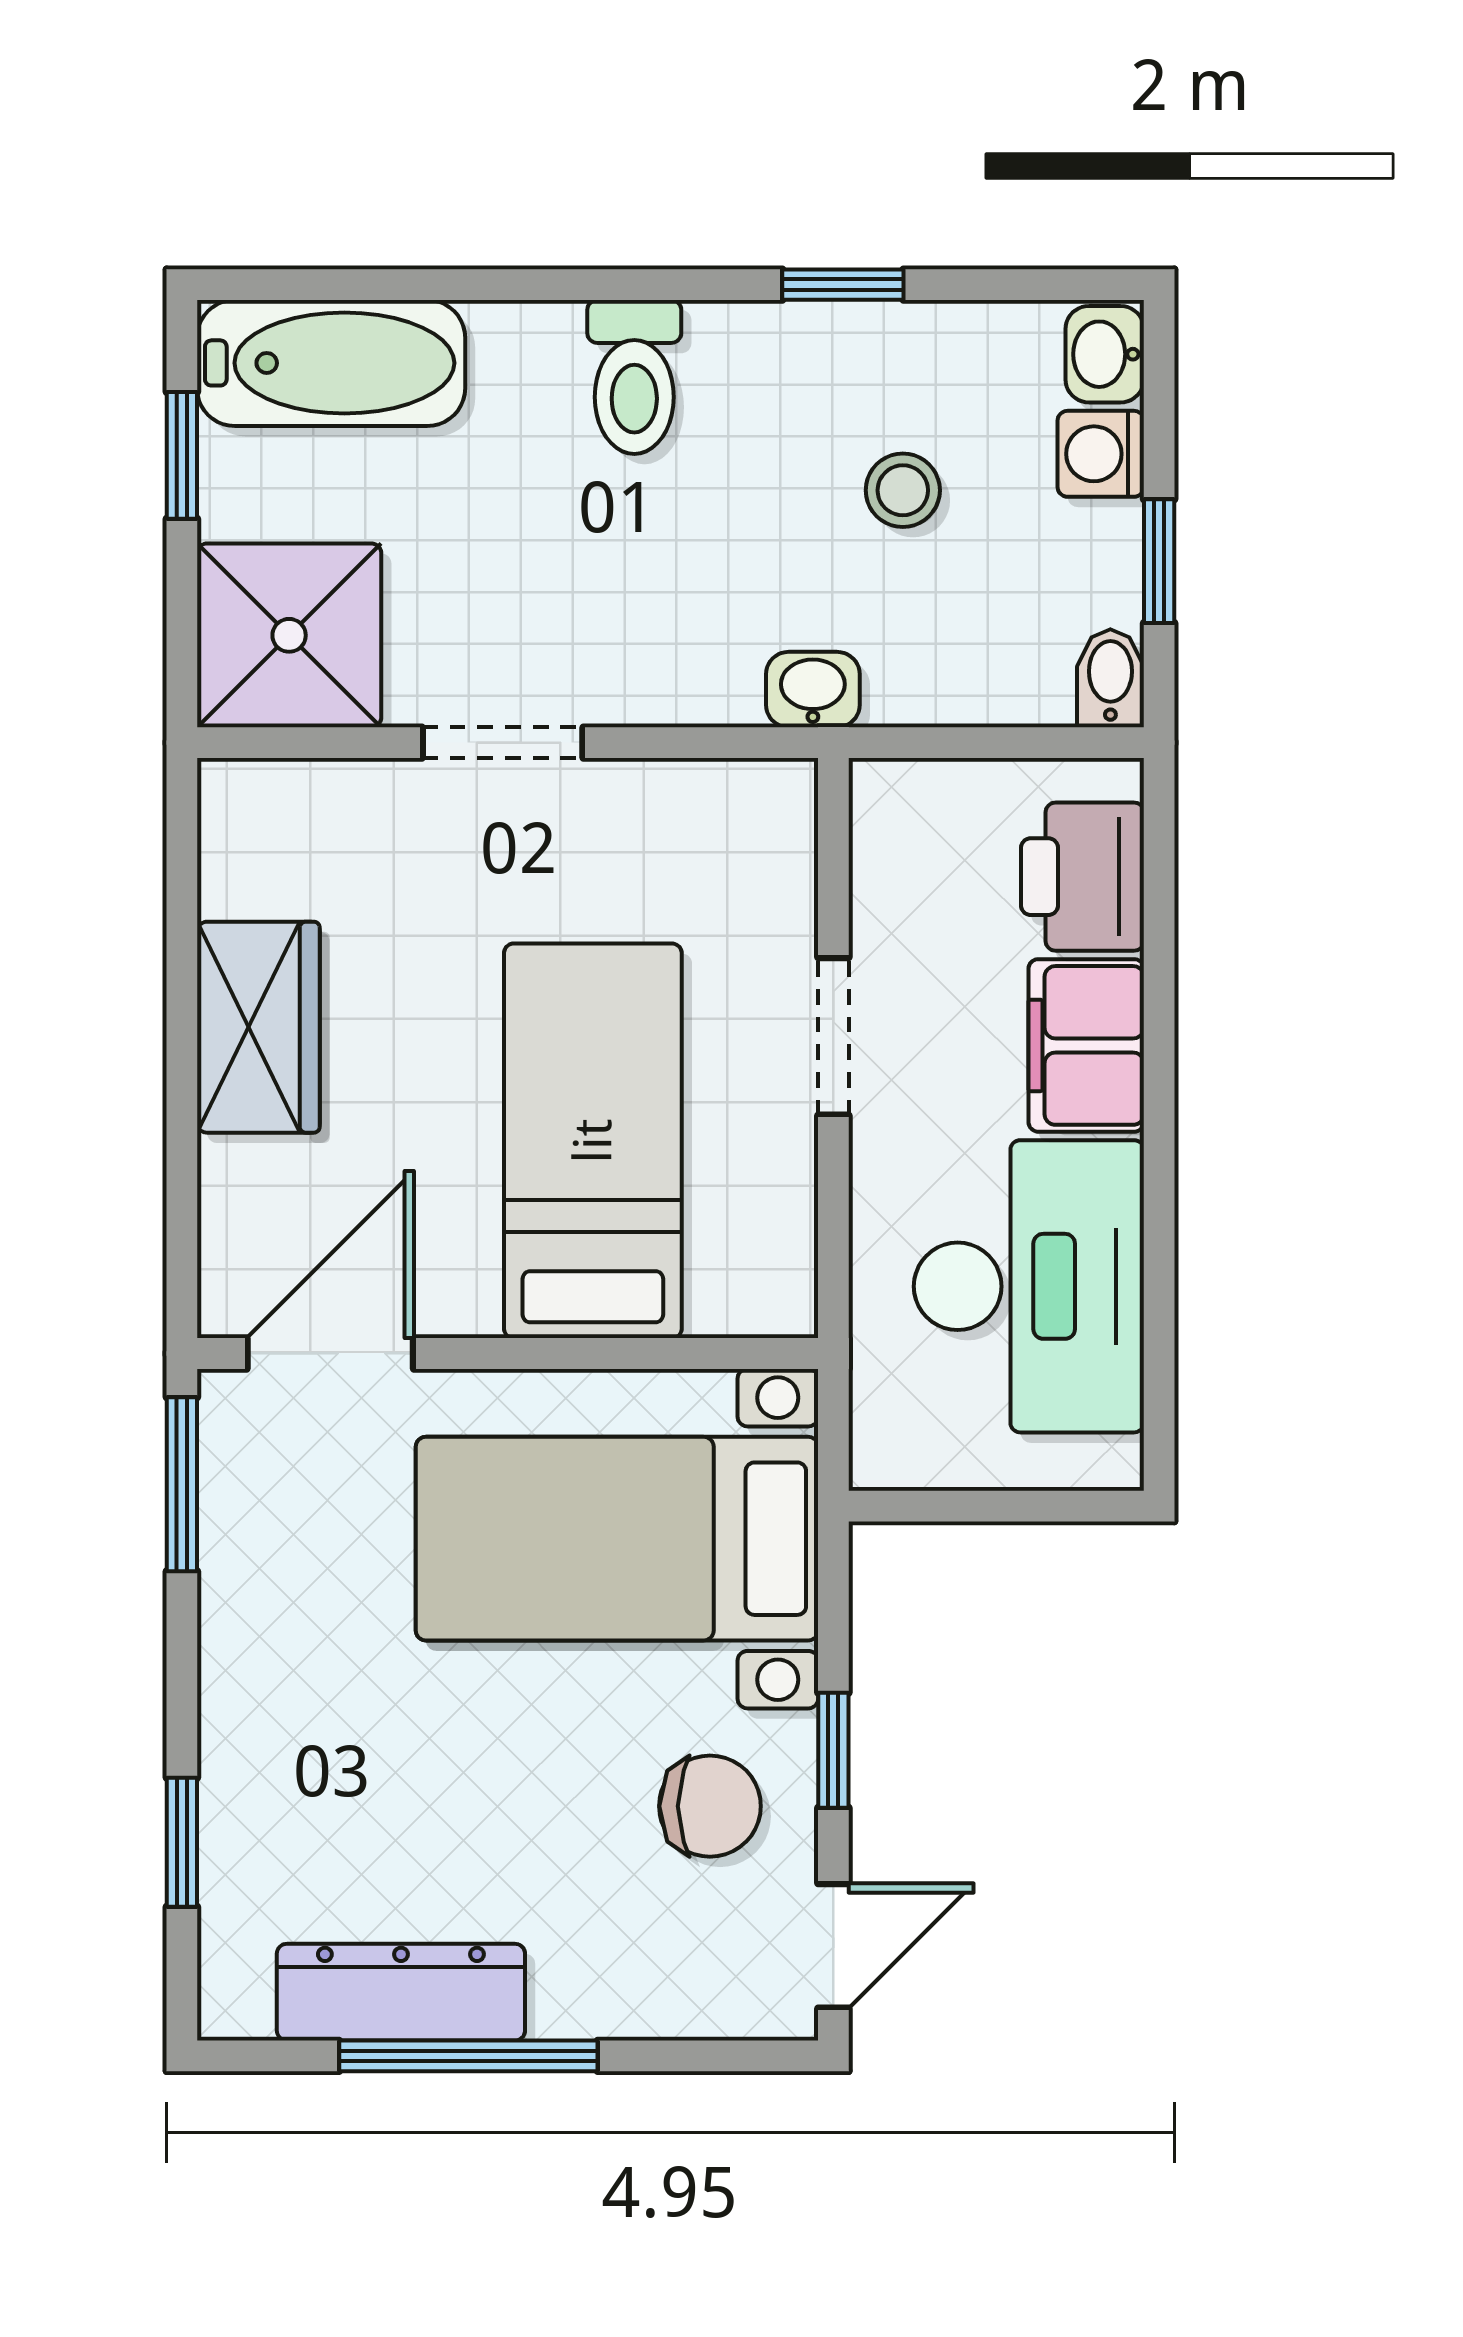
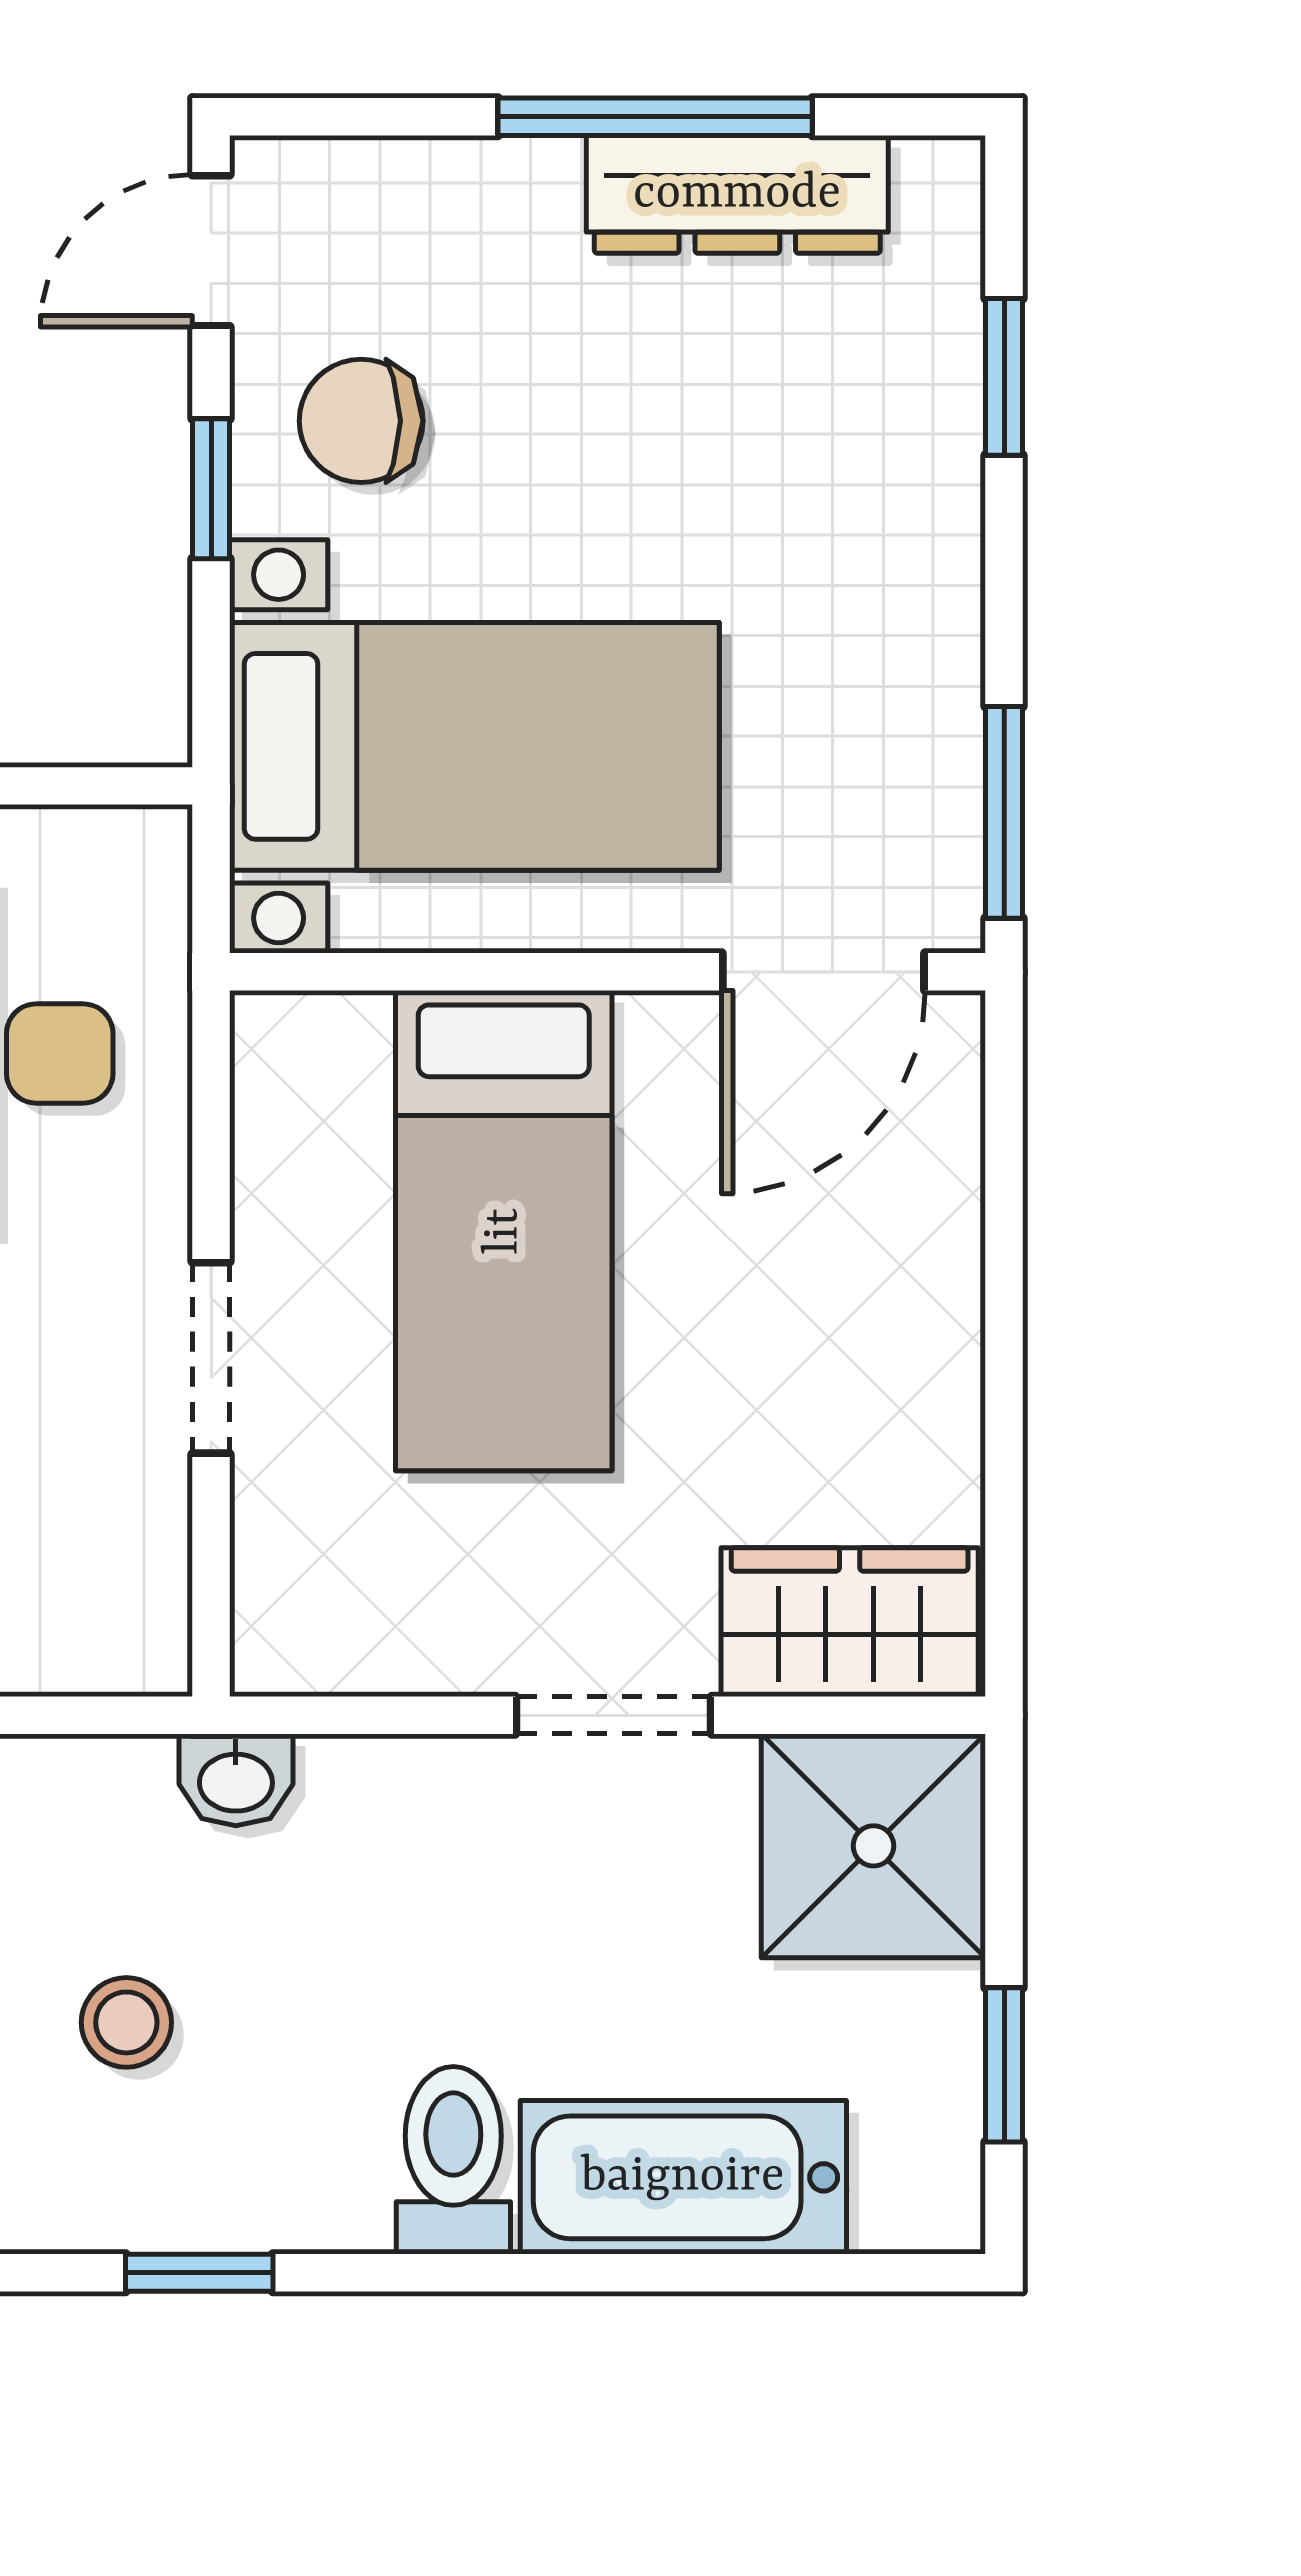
bathtub: (331, 363) -> (683, 2177), moved
wardrobe: (258, 1027) -> (850, 1622), moved, turned 90

